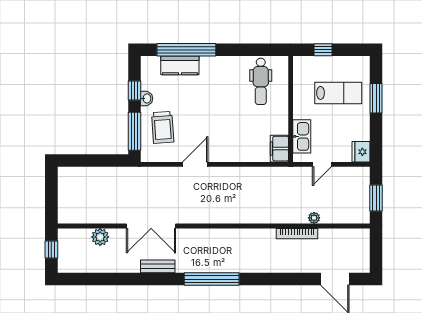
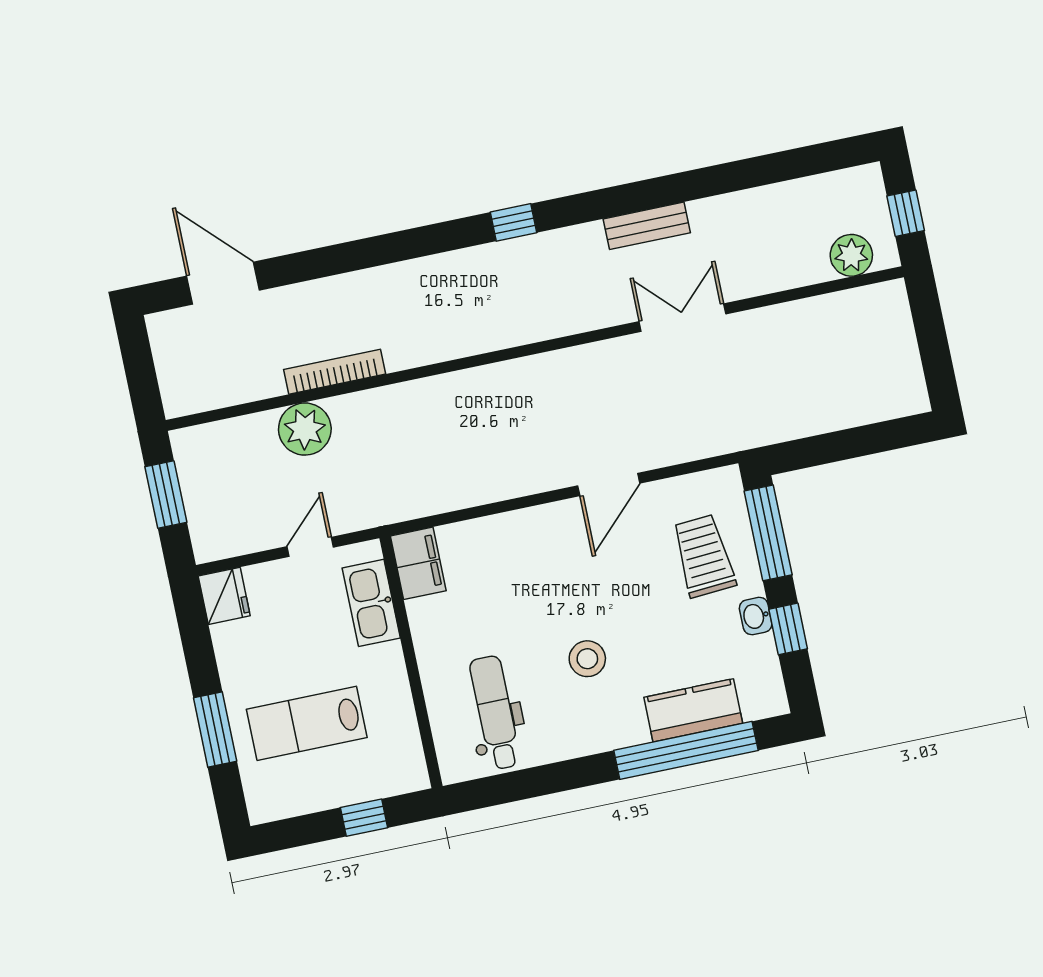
stool: (219, 95) -> (587, 659), added
plant: (314, 218) -> (305, 429), width x1.88, depth x1.88
double door: (151, 226) -> (682, 318), width x0.73
plant: (100, 237) -> (851, 255), moved
window: (212, 279) -> (514, 222), width x0.32

